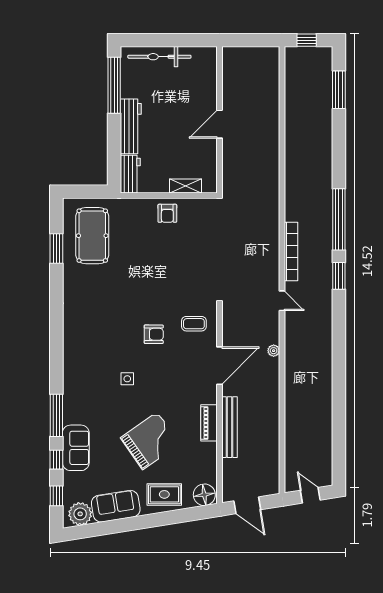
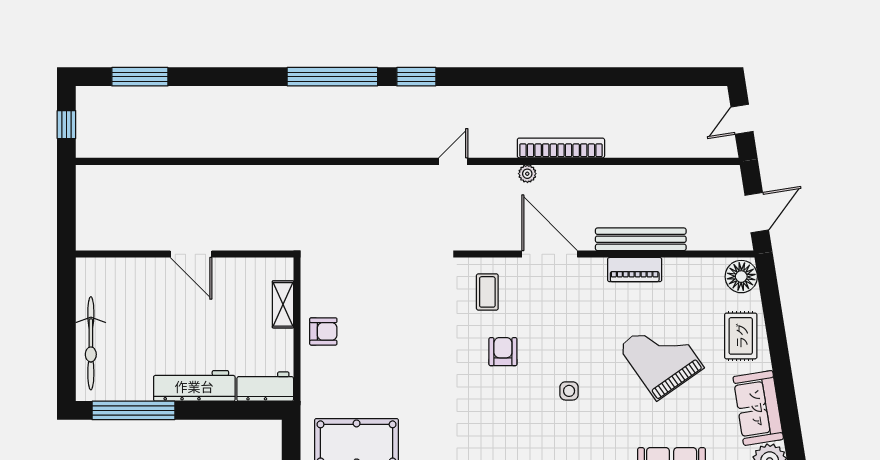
bookcase: (291, 251) -> (561, 148), moved

